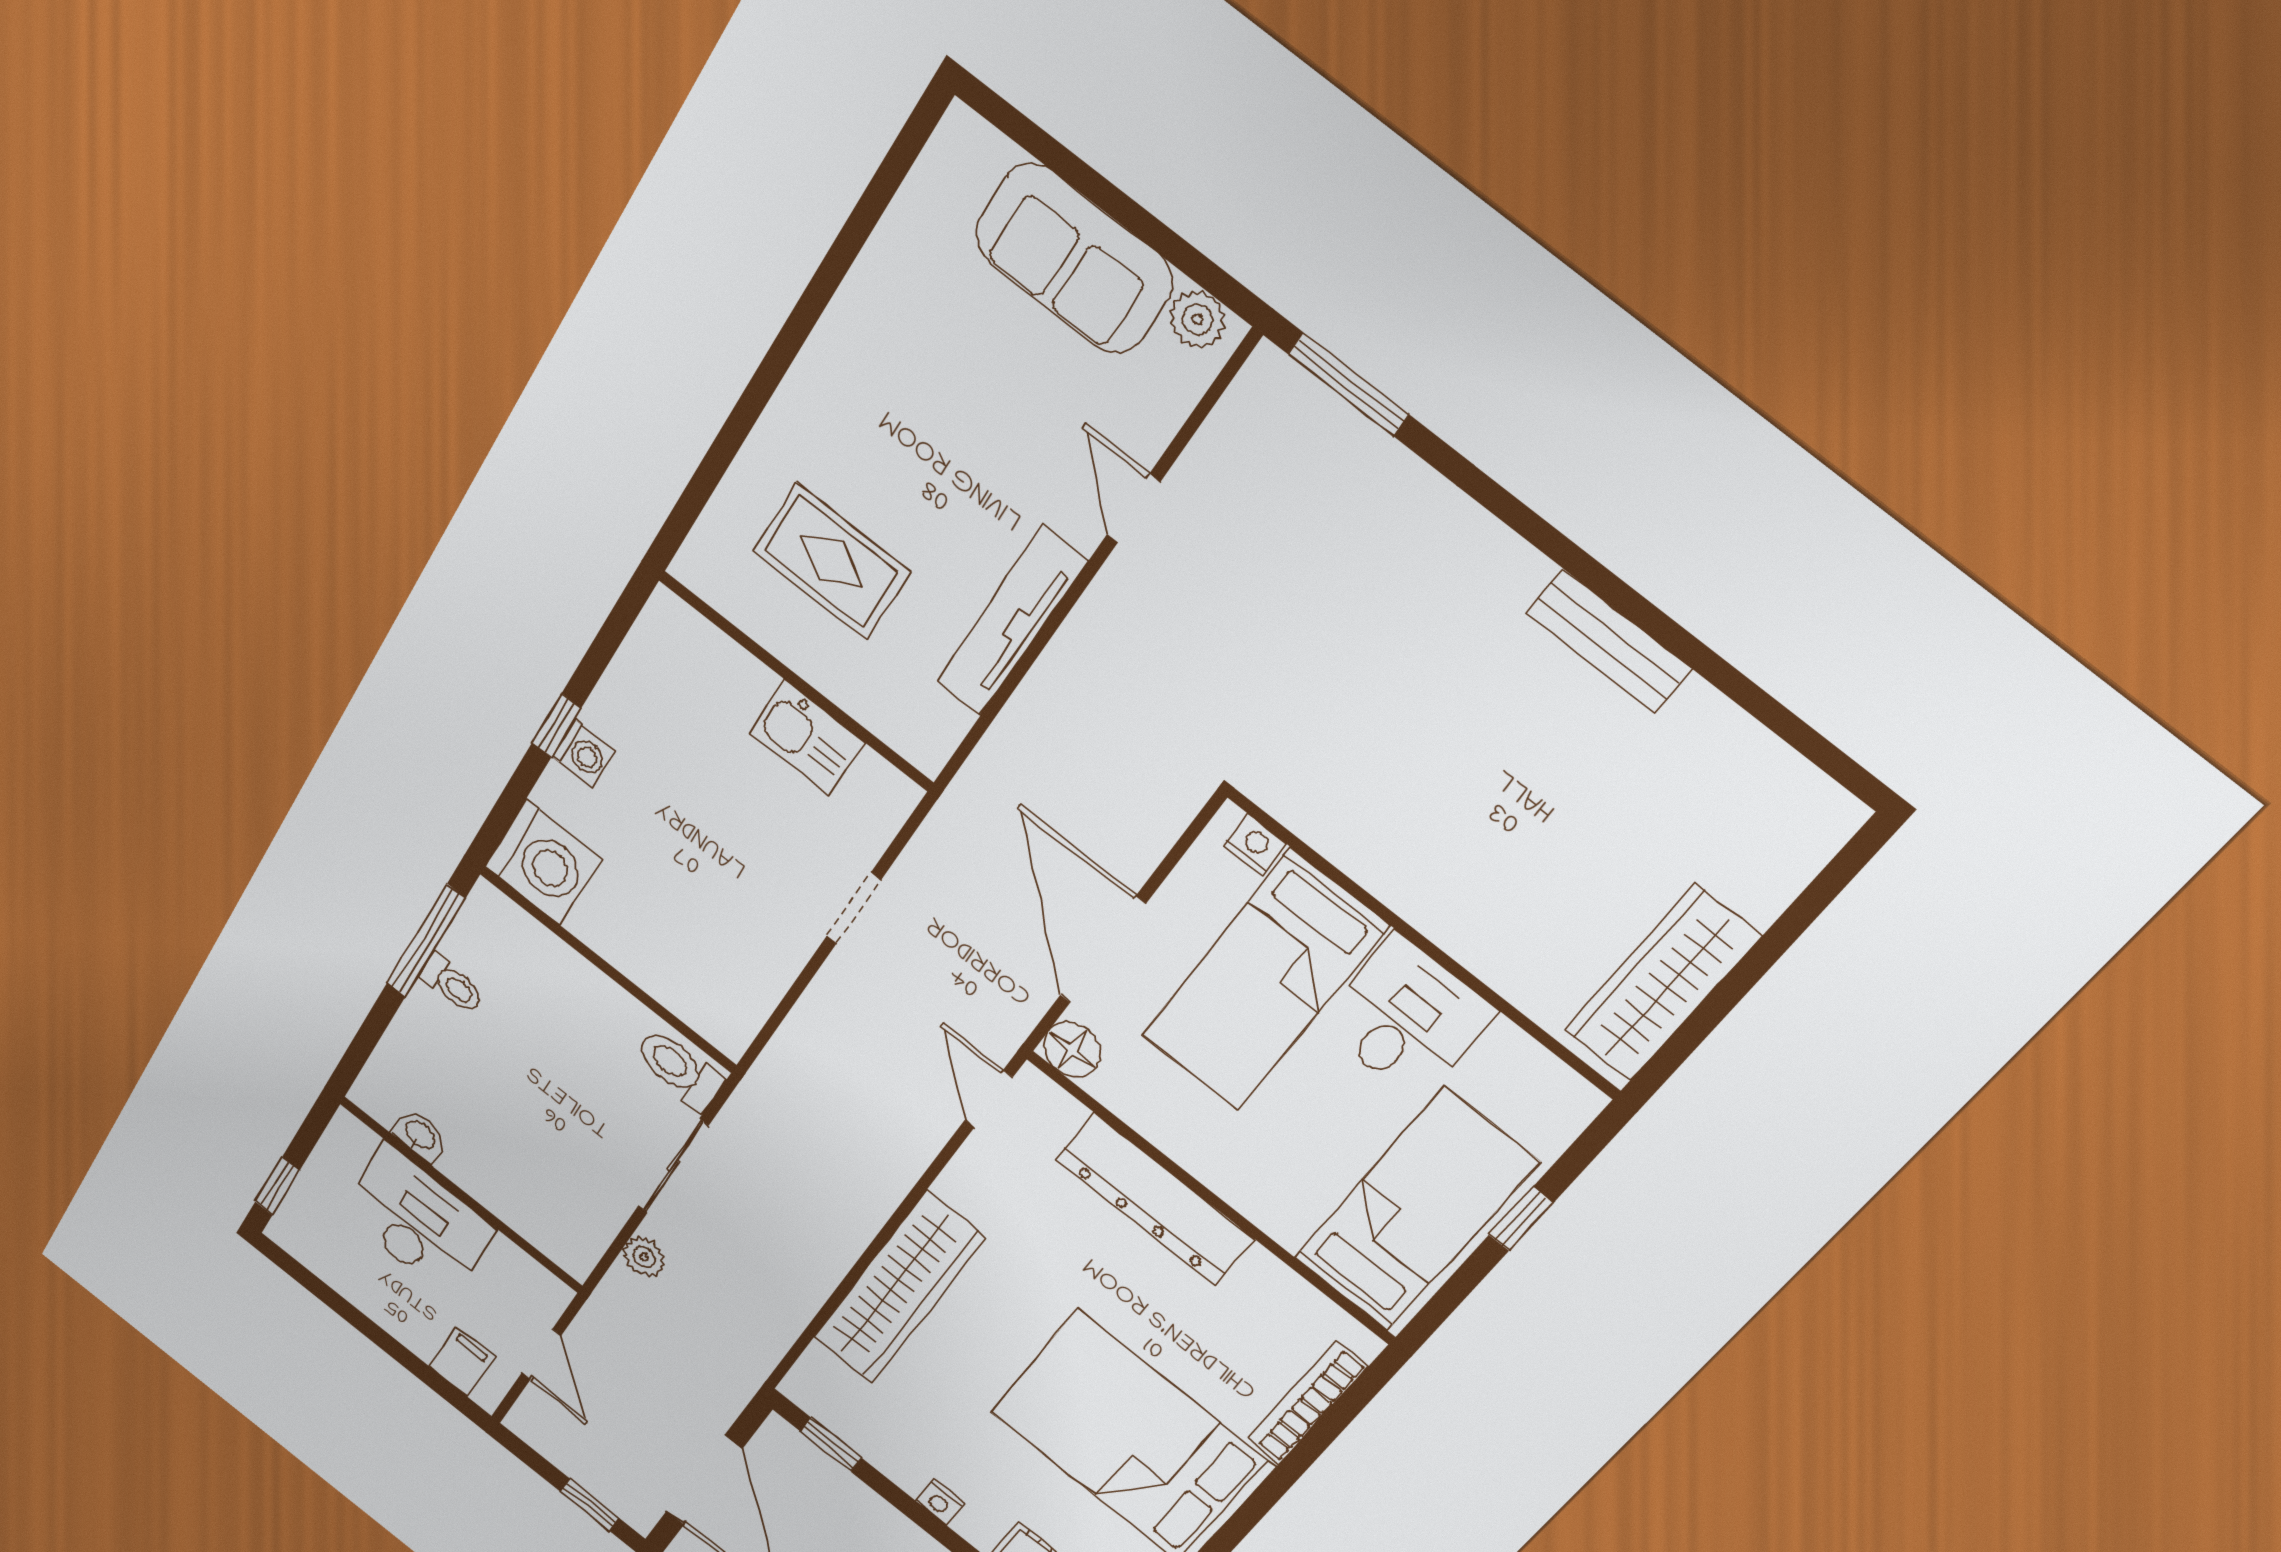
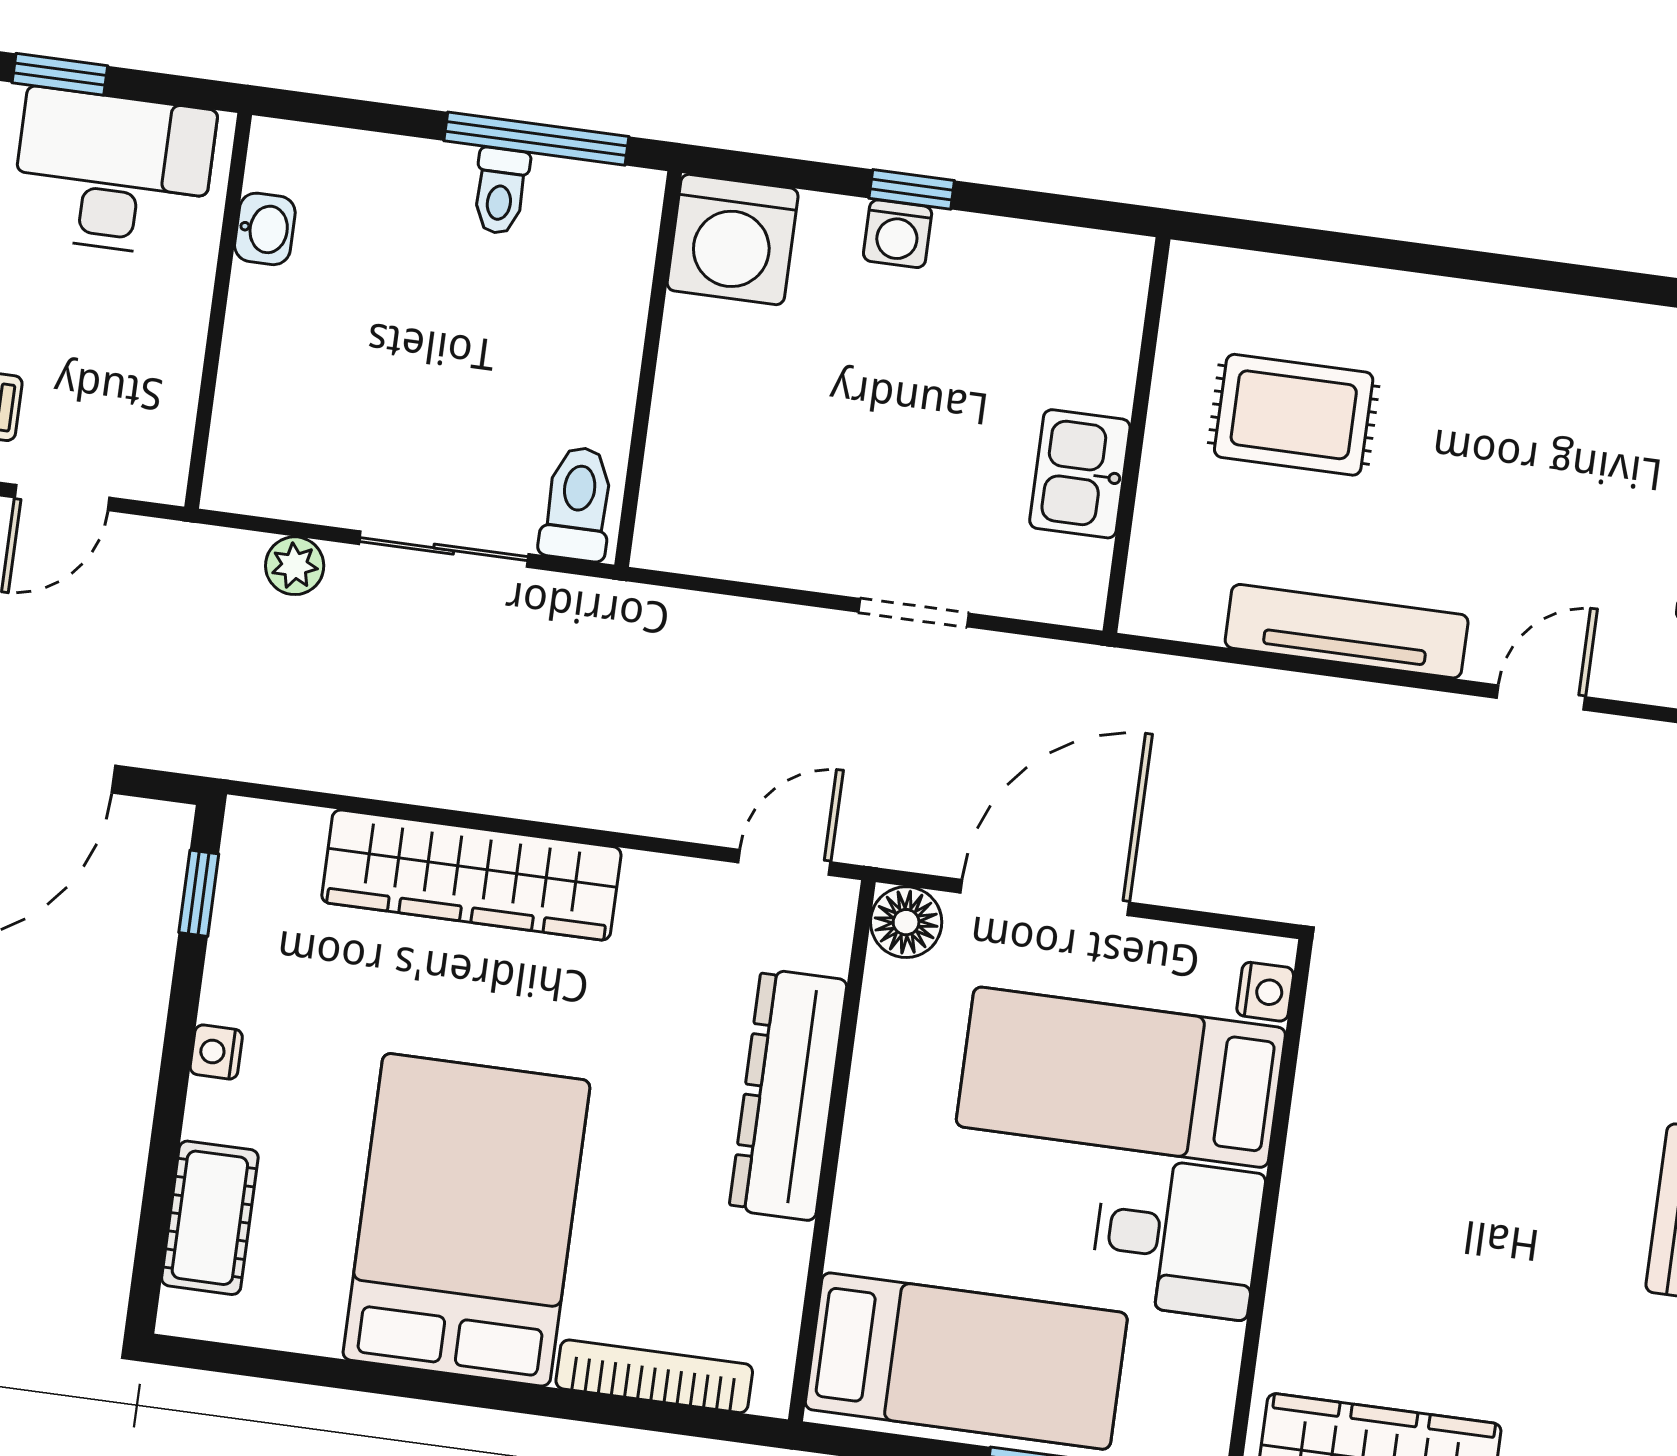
rug: (831, 561) -> (1294, 415), turned 90
desk: (418, 1222) -> (113, 172), moved, turned -90

